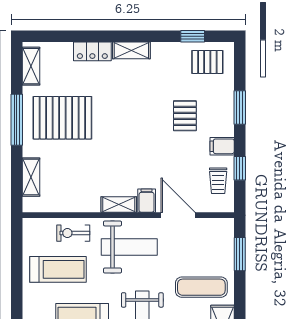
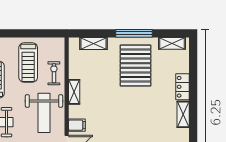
shelving: (119, 204) -> (74, 92), moved

